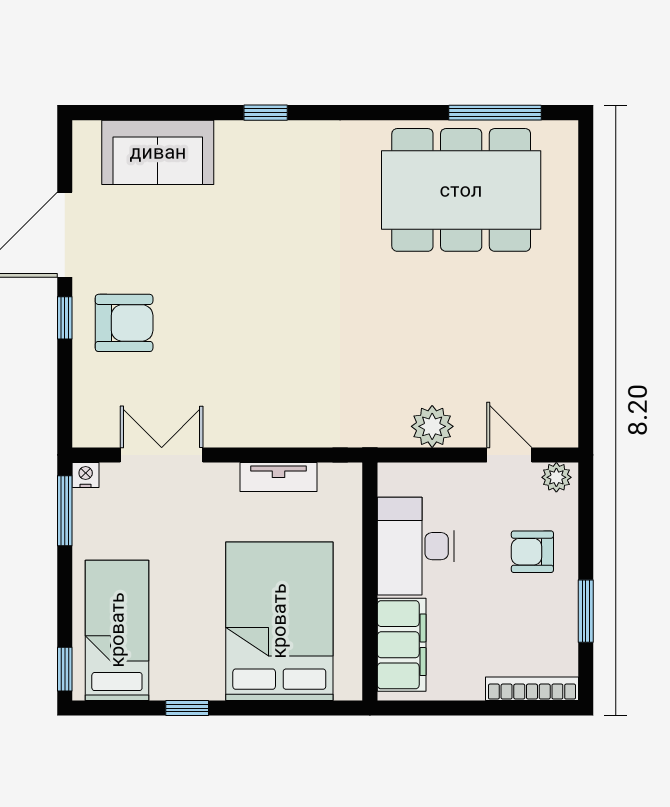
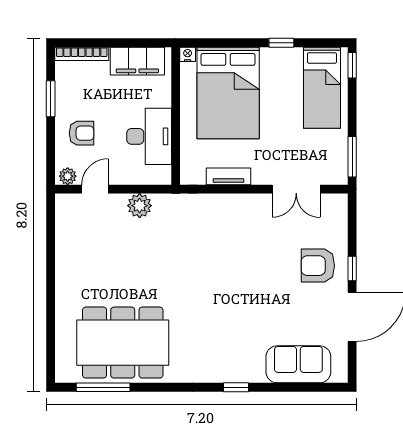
door: (509, 455) -> (95, 189), swing flipped
nightstand: (86, 475) -> (188, 54), moved, turned 180
filing cabinet: (402, 645) -> (137, 61), moved, turned -90

